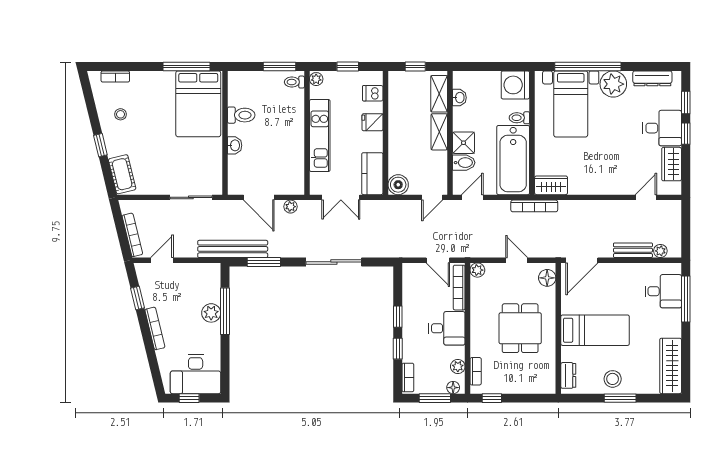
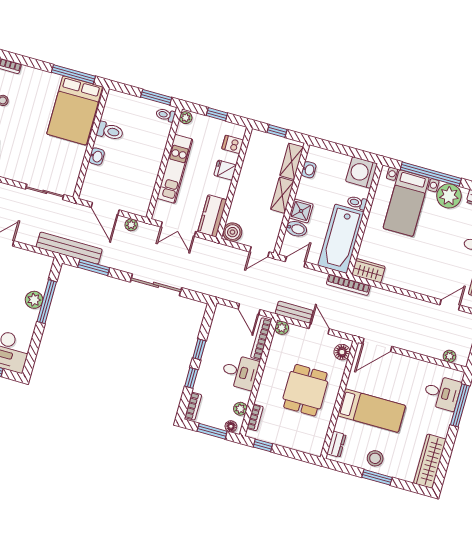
bench: (633, 250) -> (294, 312), moved

